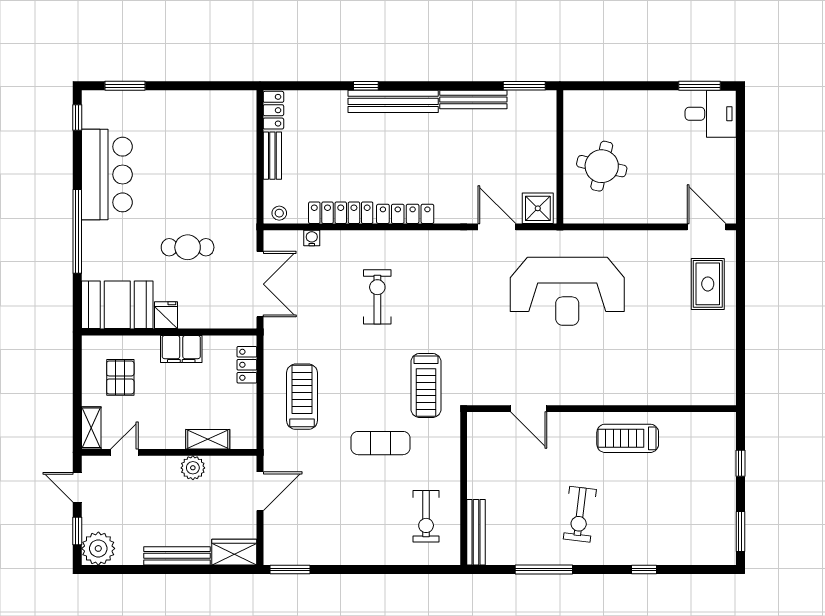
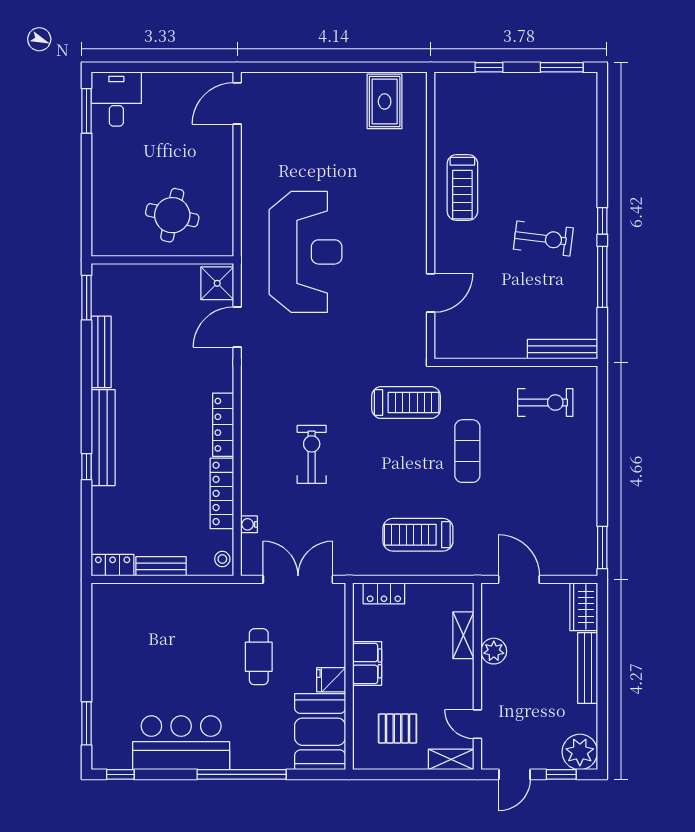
rug: (708, 284) -> (385, 101), moved, turned 90
exercise bike: (377, 297) -> (312, 454), turned 90
window: (644, 569) -> (602, 221), moved

